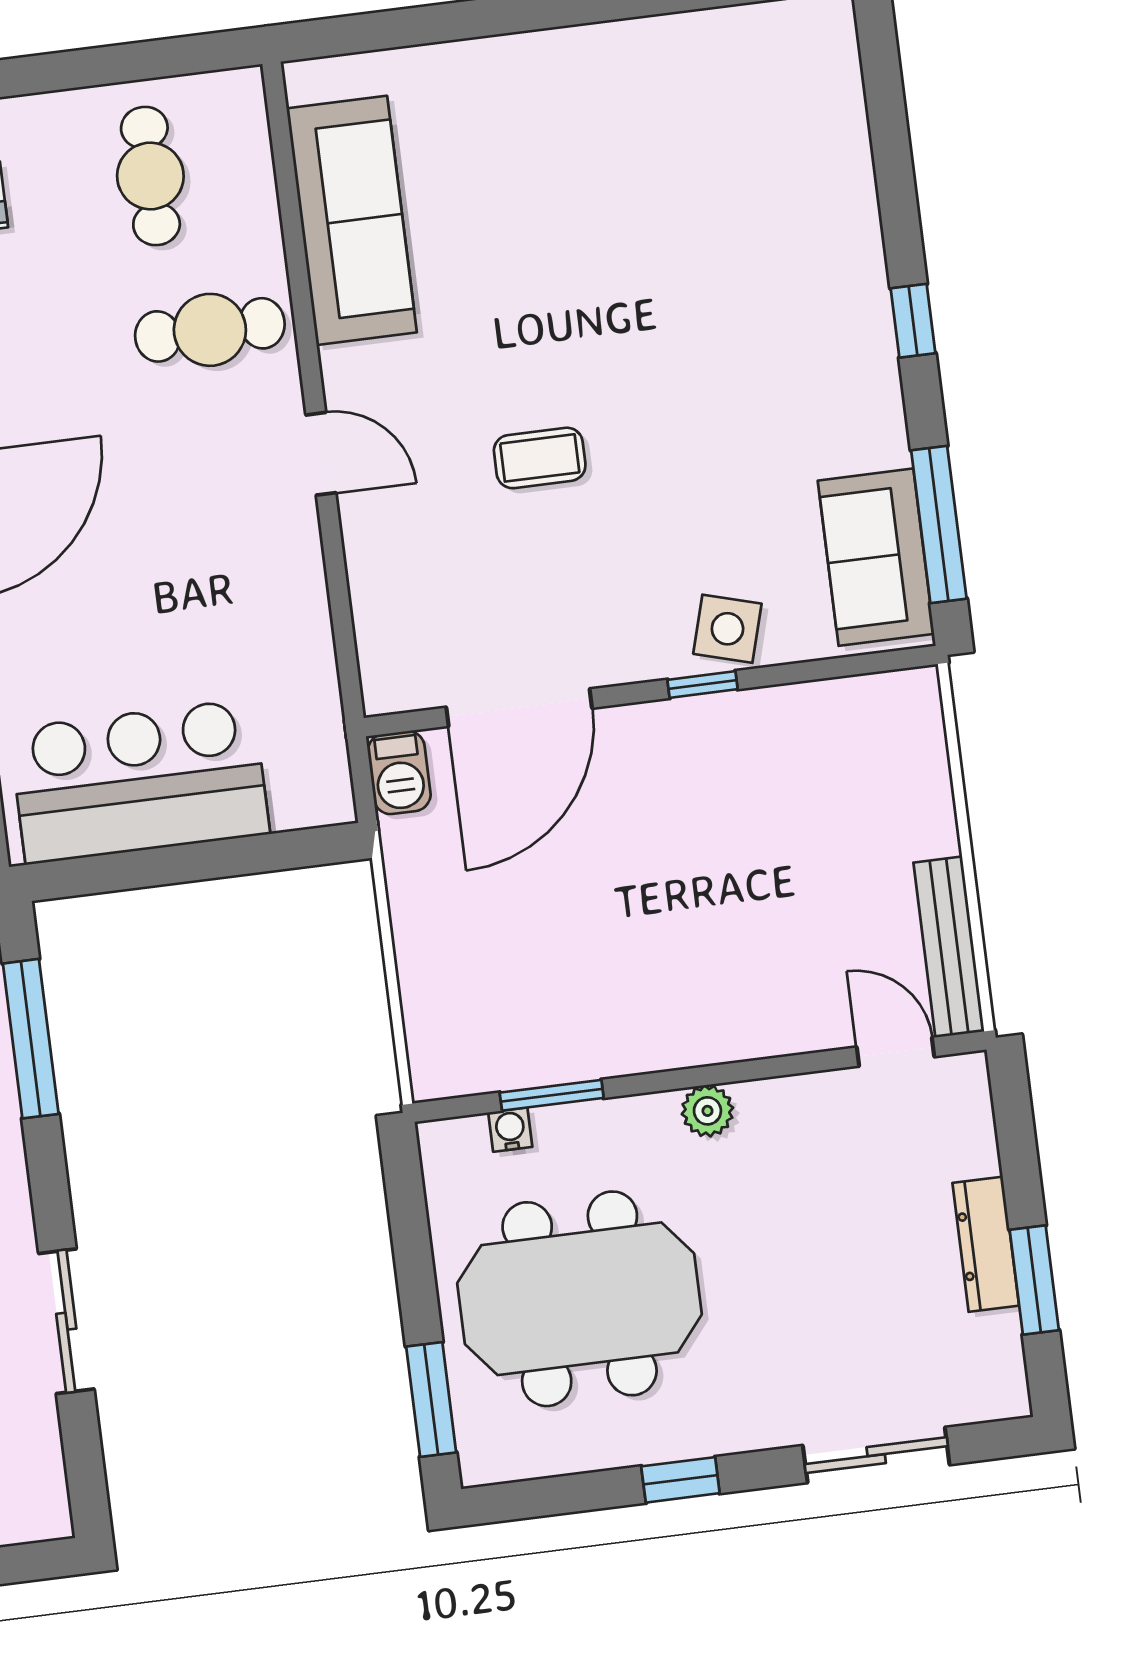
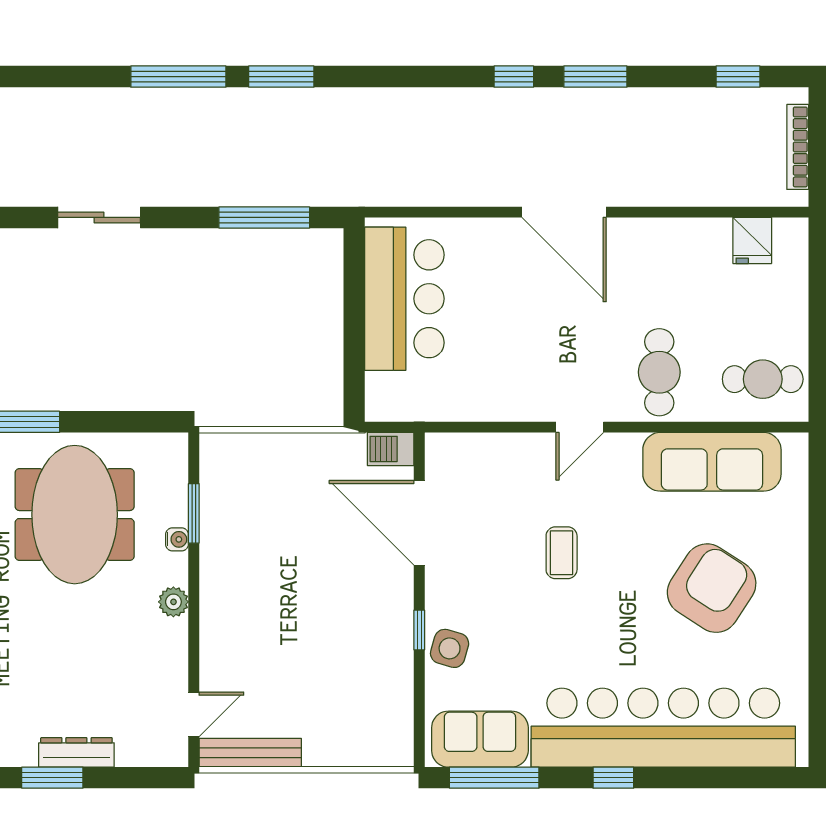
cafe table: (150, 176) -> (763, 379), moved
armchair: (568, 194) -> (712, 588), added
bar counter: (817, 246) -> (663, 728), added
water cooler: (510, 1130) -> (177, 539), moved

